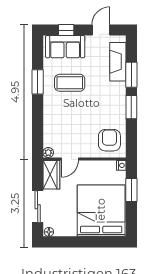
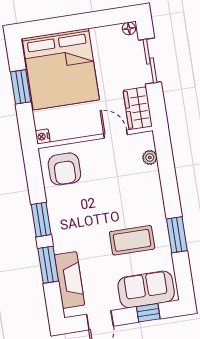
plant: (48, 153) -> (150, 157), moved
door: (70, 159) -> (115, 134), hinge flipped
window: (131, 190) -> (21, 87), moved

